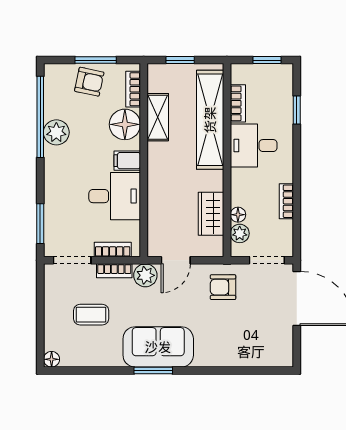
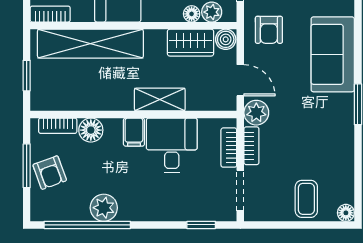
armchair: (89, 82) -> (50, 173), turned 148
bookcase: (238, 103) -> (50, 14), moved
shelving: (158, 117) -> (160, 99), moved
floor lamp: (125, 124) -> (91, 130), width x0.73, depth x0.73
window: (40, 224) -> (201, 225), width x0.67
boiler: (214, 247) -> (226, 39), added
coffee table: (91, 315) -> (306, 199), moved
sofa: (158, 347) -> (333, 54), moved

